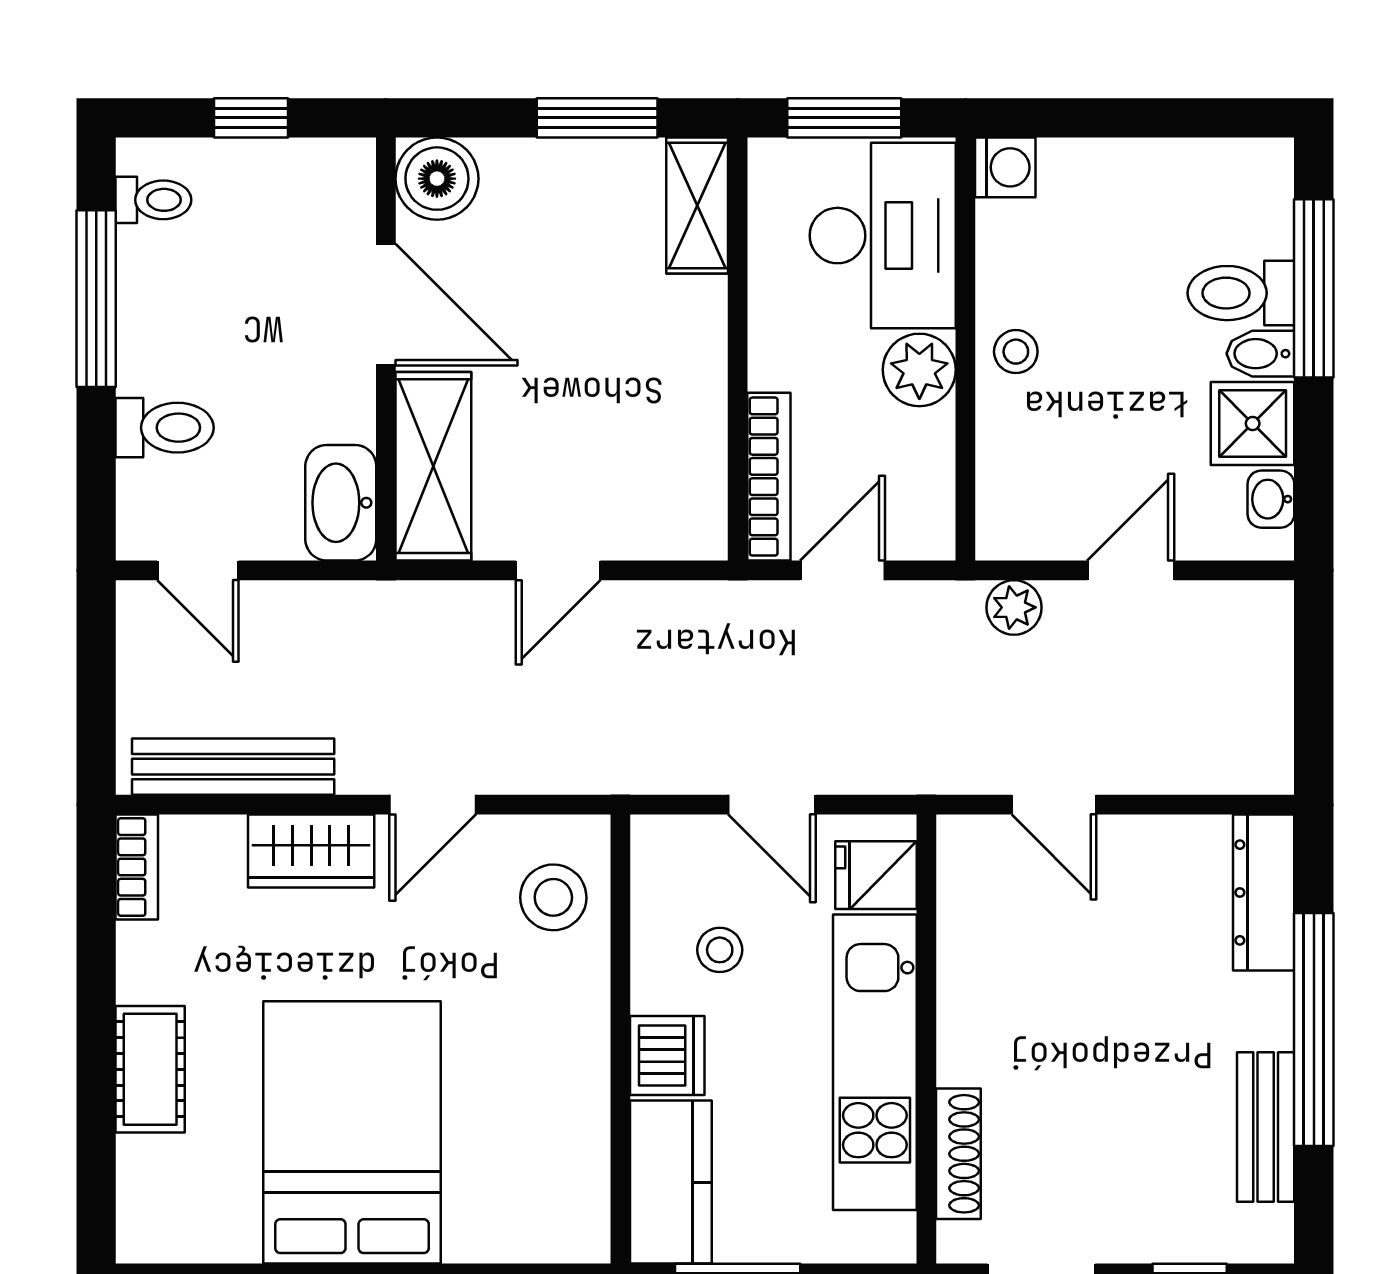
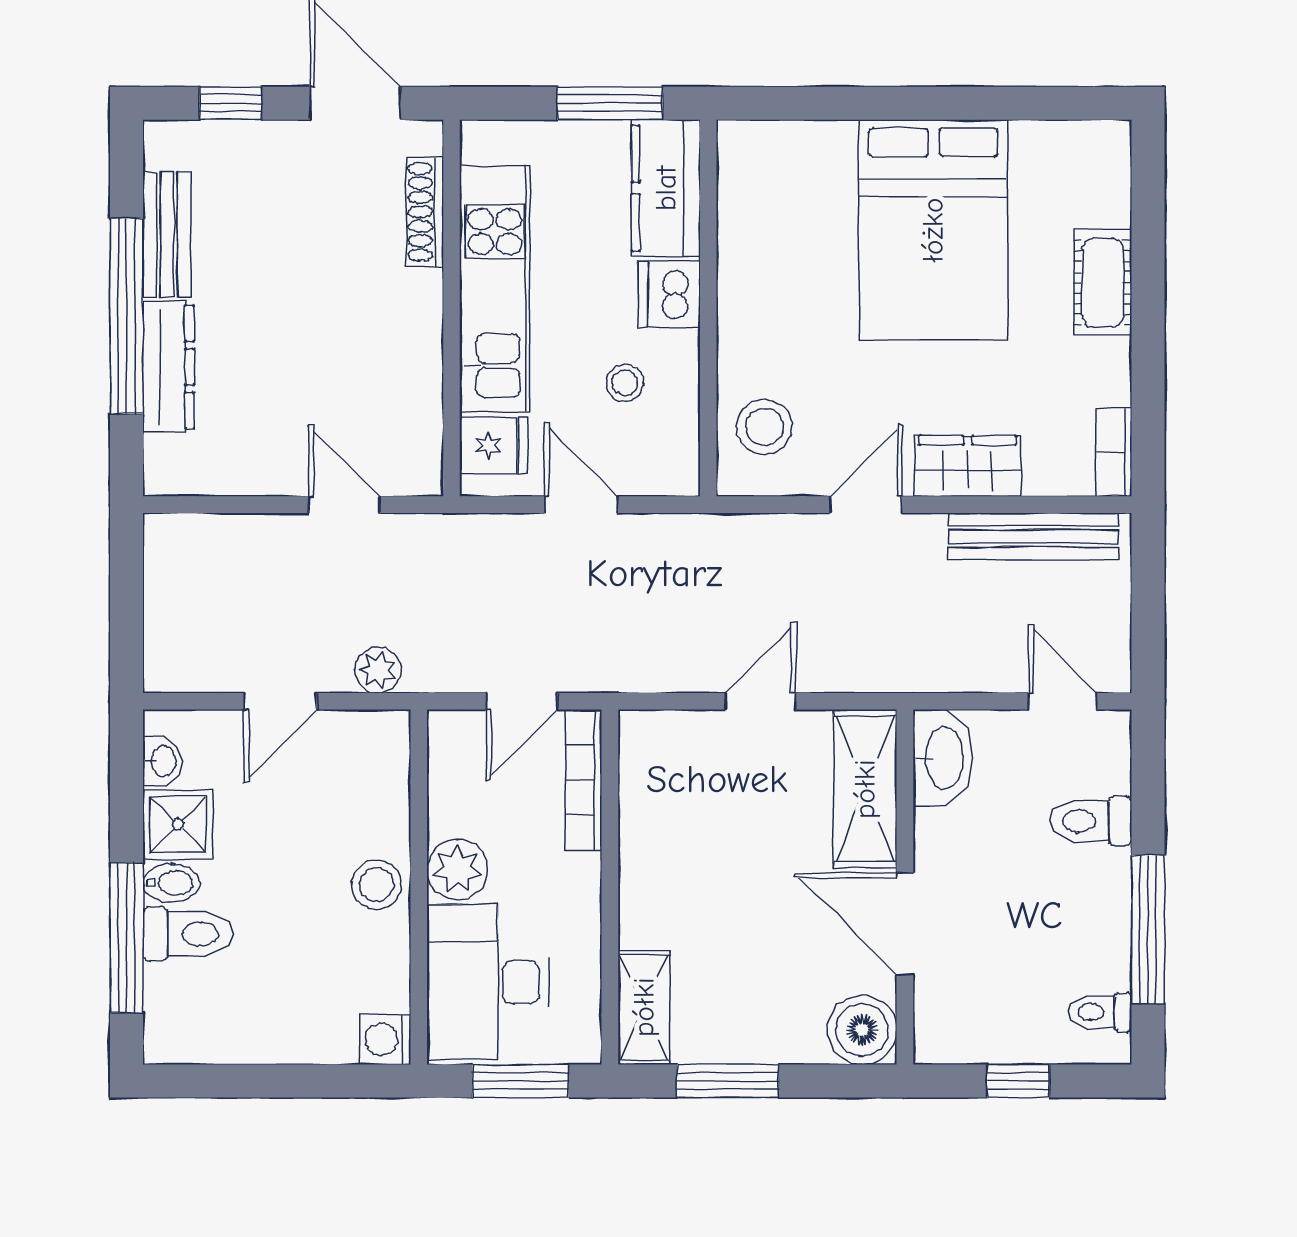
stool: (1016, 352) -> (376, 885), width x1.37, depth x1.37
dresser: (1264, 892) -> (169, 367), moved

